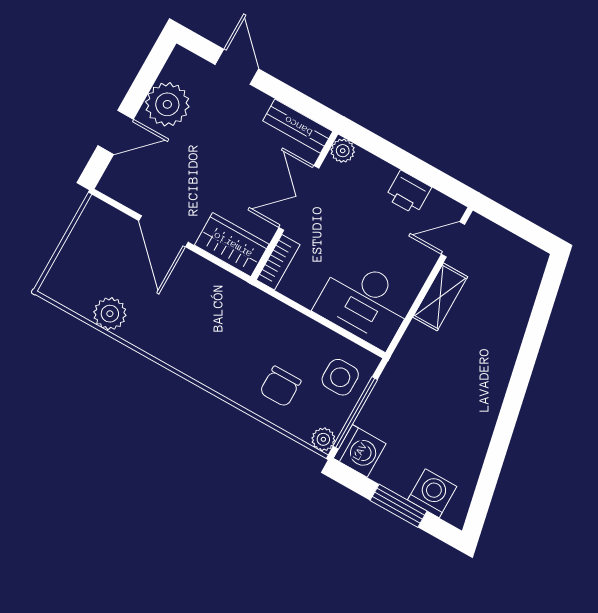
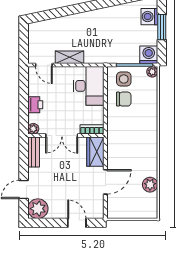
plant: (167, 104) -> (38, 209), moved
printer: (408, 193) -> (35, 105), moved
chair: (280, 387) -> (124, 99), moved

